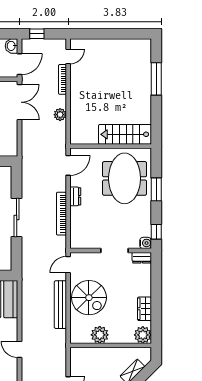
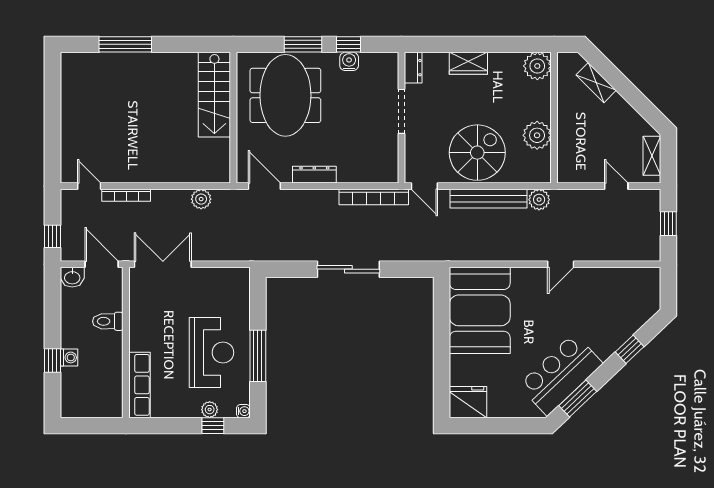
plant: (60, 115) -> (201, 199), moved
meeting table: (125, 178) -> (285, 95), turned 90
dresser: (75, 196) -> (314, 175), width x1.44
bookcase: (61, 214) -> (374, 197), moved
window: (156, 232) -> (348, 44), moved
water cooler: (146, 243) -> (349, 61), moved
wardrobe: (144, 309) -> (468, 63), moved
plant: (60, 336) -> (539, 200), added

